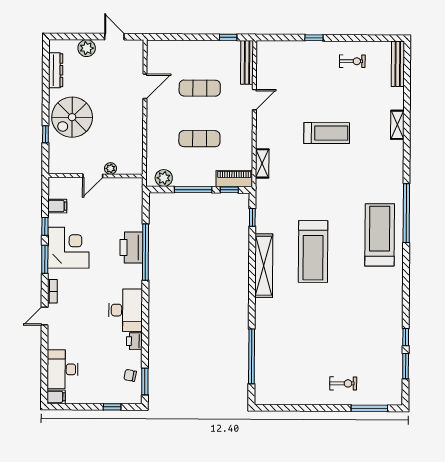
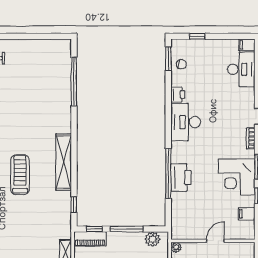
plant: (110, 168) -> (176, 247), moved
treadmill: (313, 251) -> (20, 175), width x0.73, depth x0.73

